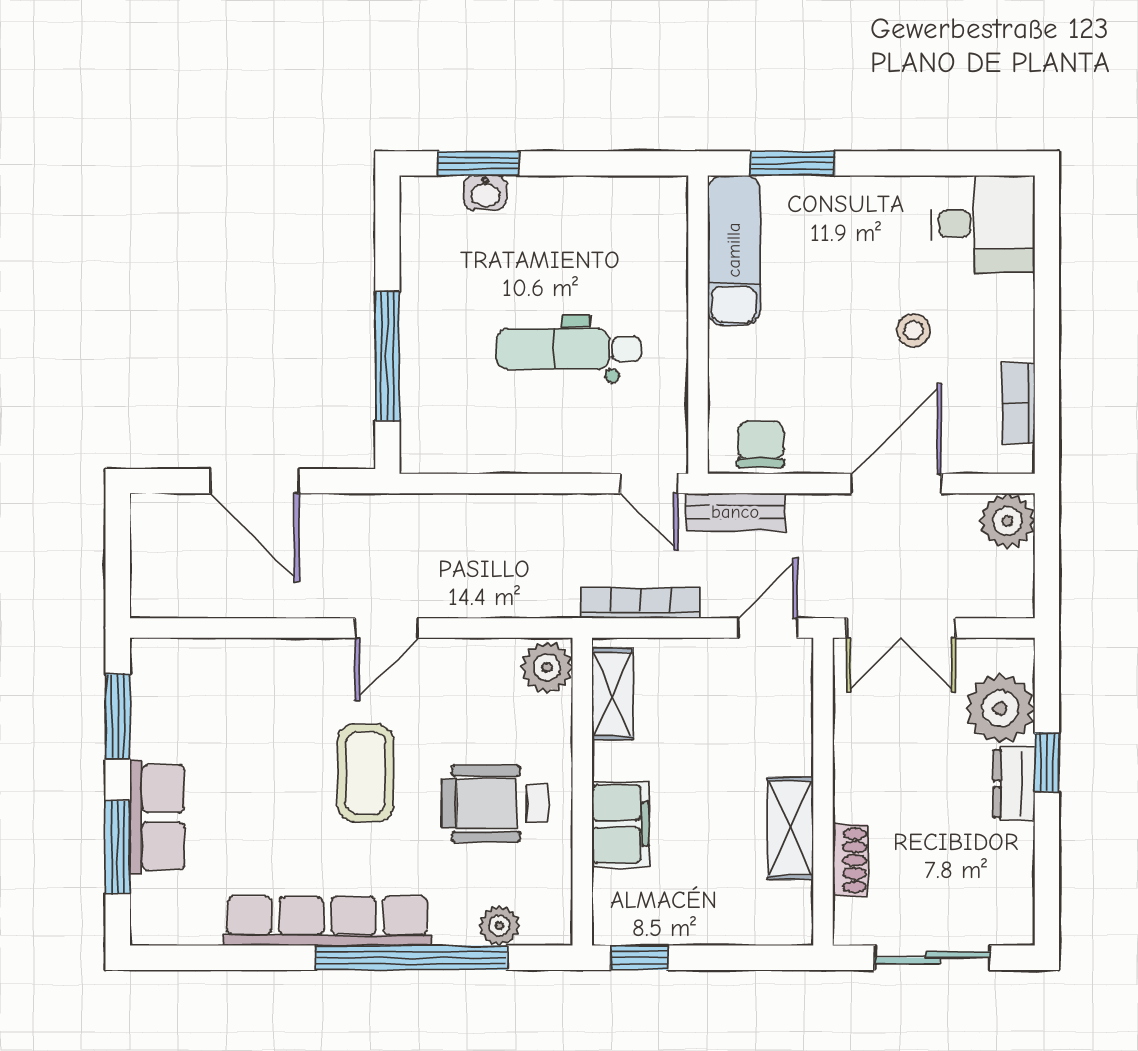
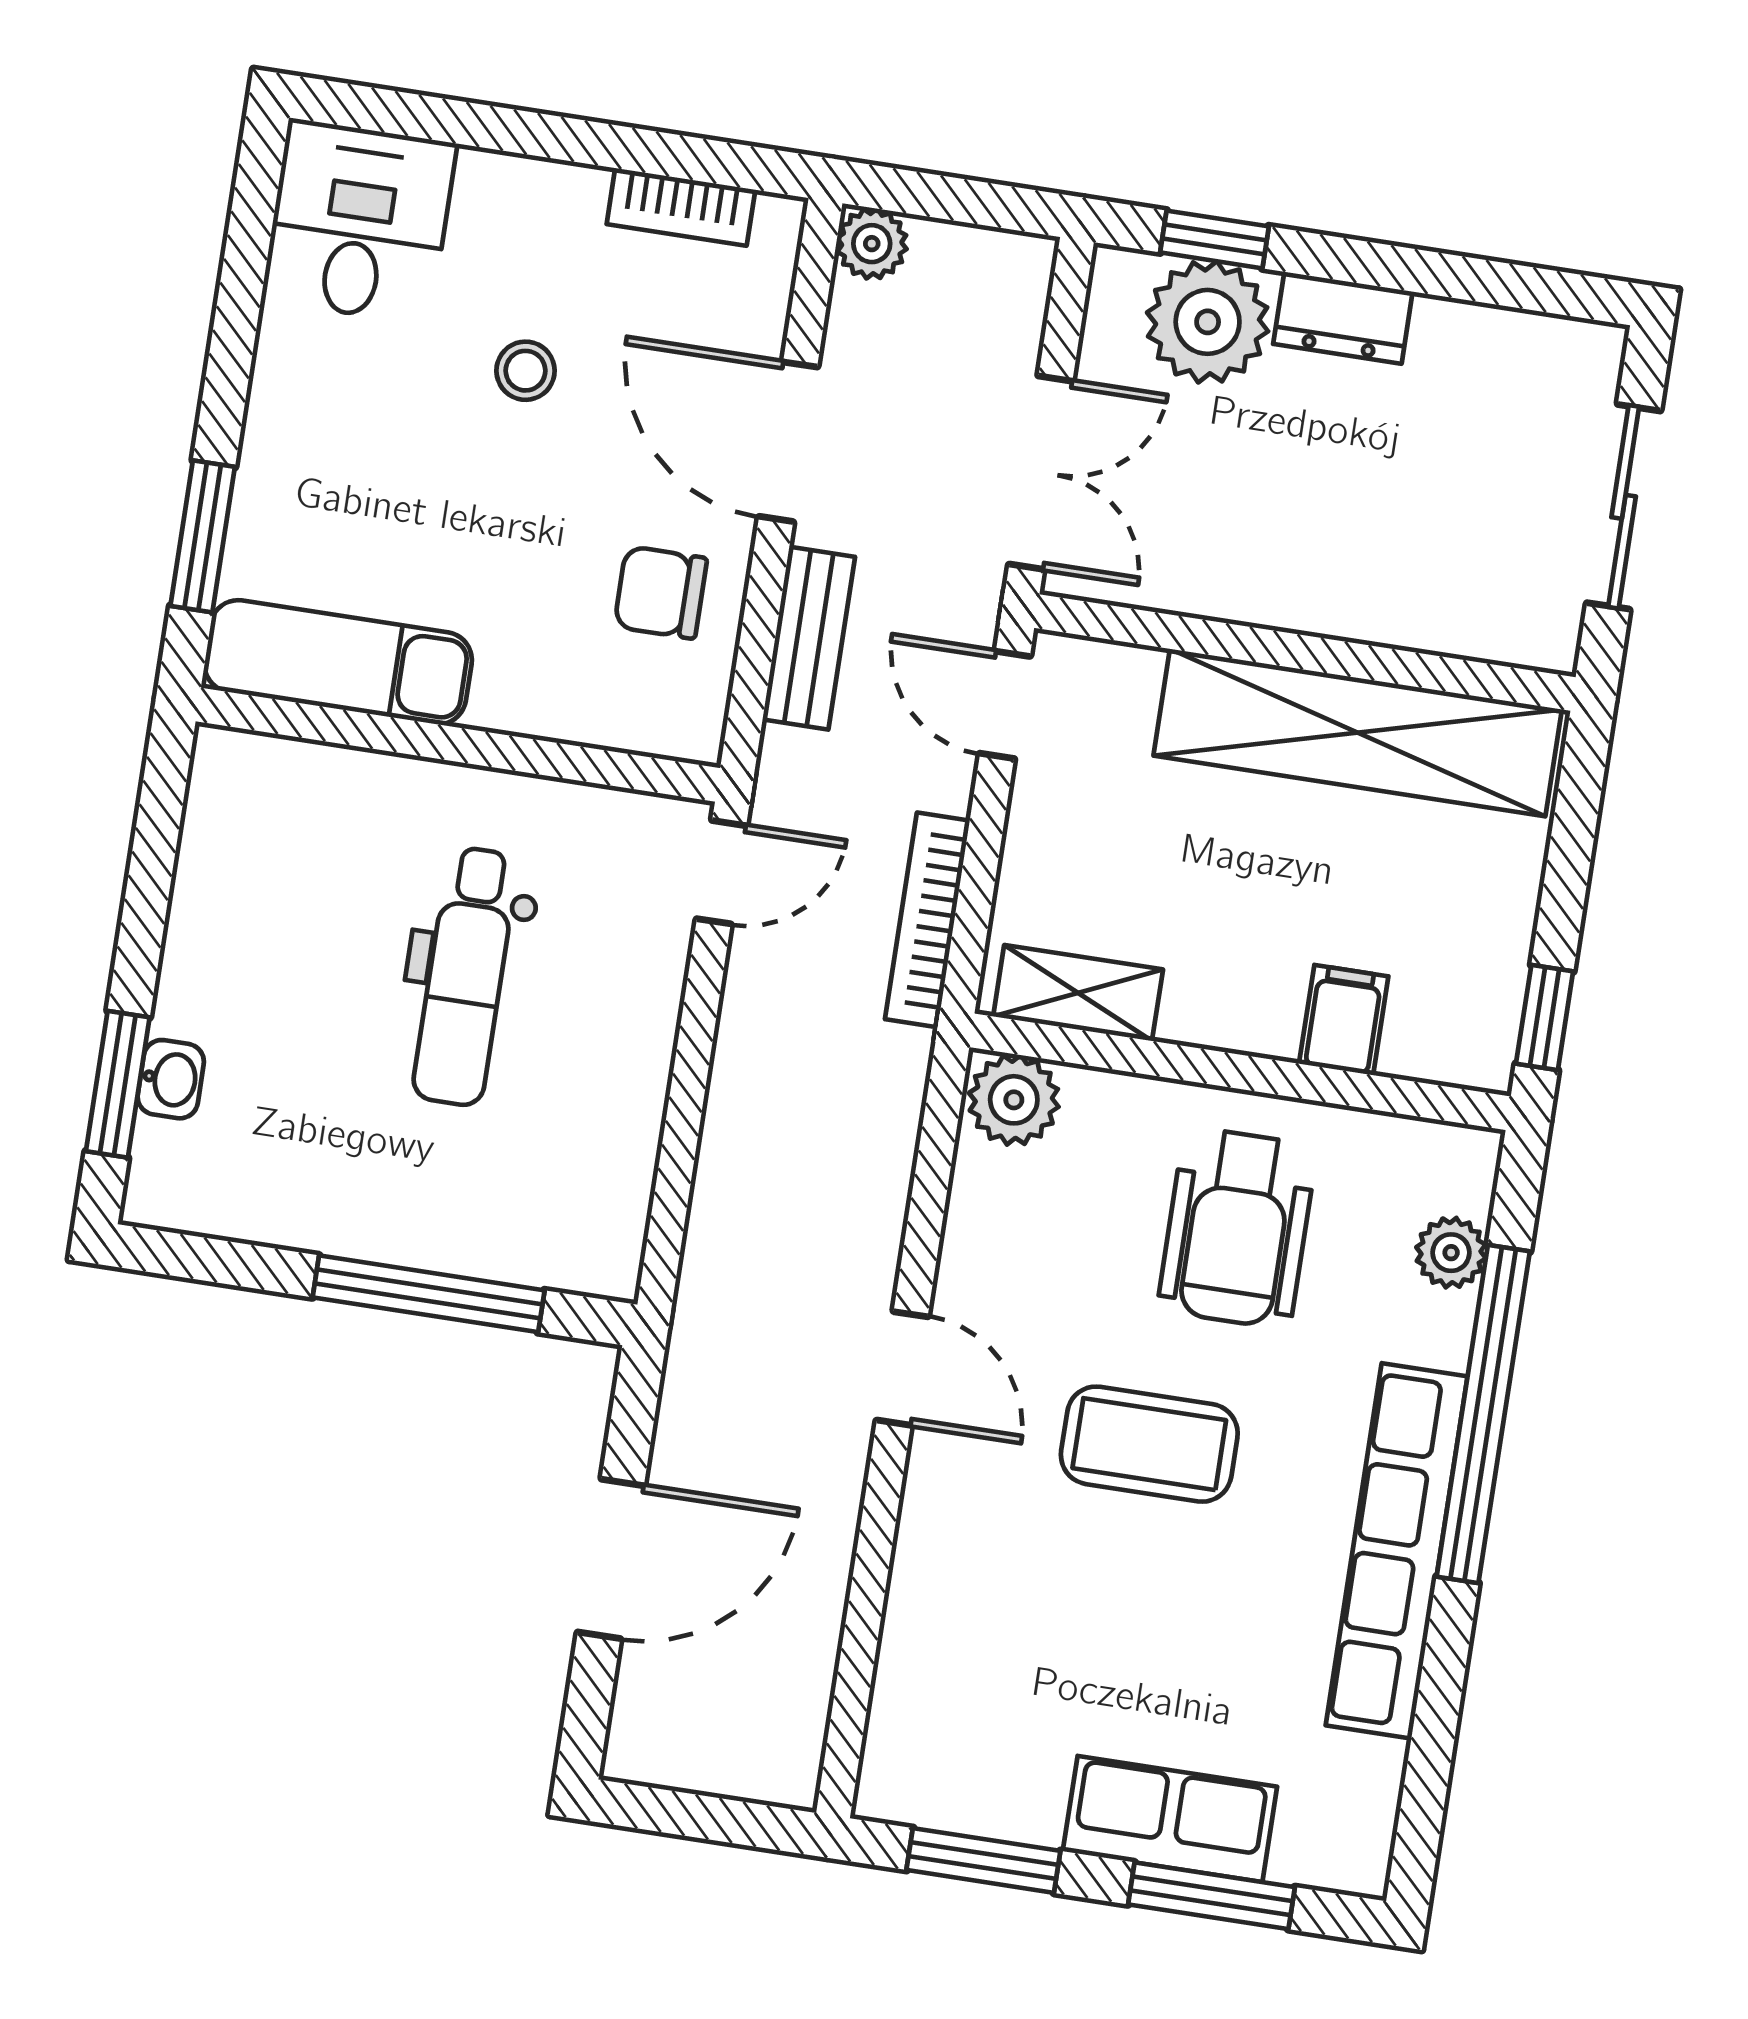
chair: (761, 444) -> (661, 592), moved
bench: (735, 512) -> (809, 638), moved
plant: (1007, 521) -> (872, 244), width x0.73, depth x0.73
window: (1047, 762) -> (1214, 239), moved
filing cabinet: (620, 824) -> (1344, 1020), width x0.50
shelving: (790, 828) -> (1358, 733), width x2.20, depth x1.33
shoe rack: (850, 860) -> (1432, 624), removed

